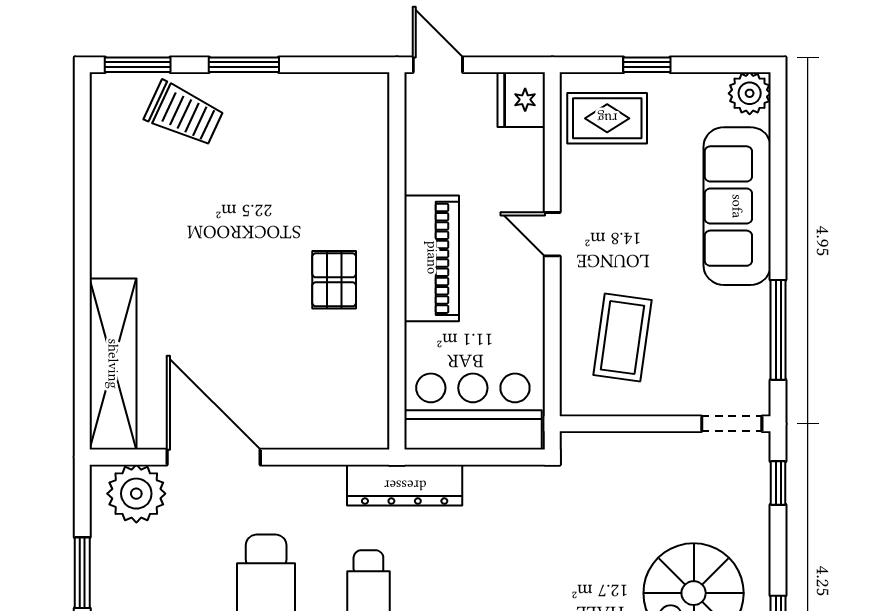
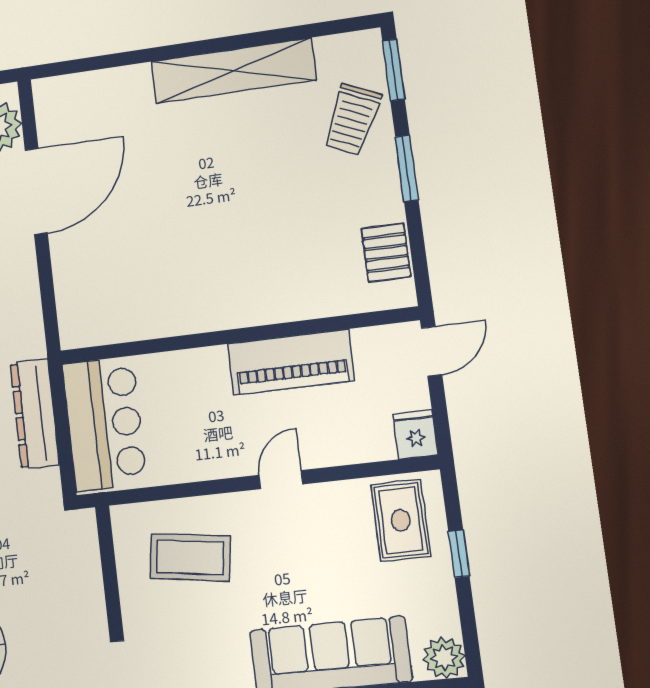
fridge: (521, 100) -> (415, 434), width x0.72
piano: (432, 258) -> (291, 362), moved
pallet: (334, 280) -> (386, 253), moved, turned 90
shelving: (113, 364) -> (233, 71), moved
dresser: (405, 485) -> (35, 414), moved

